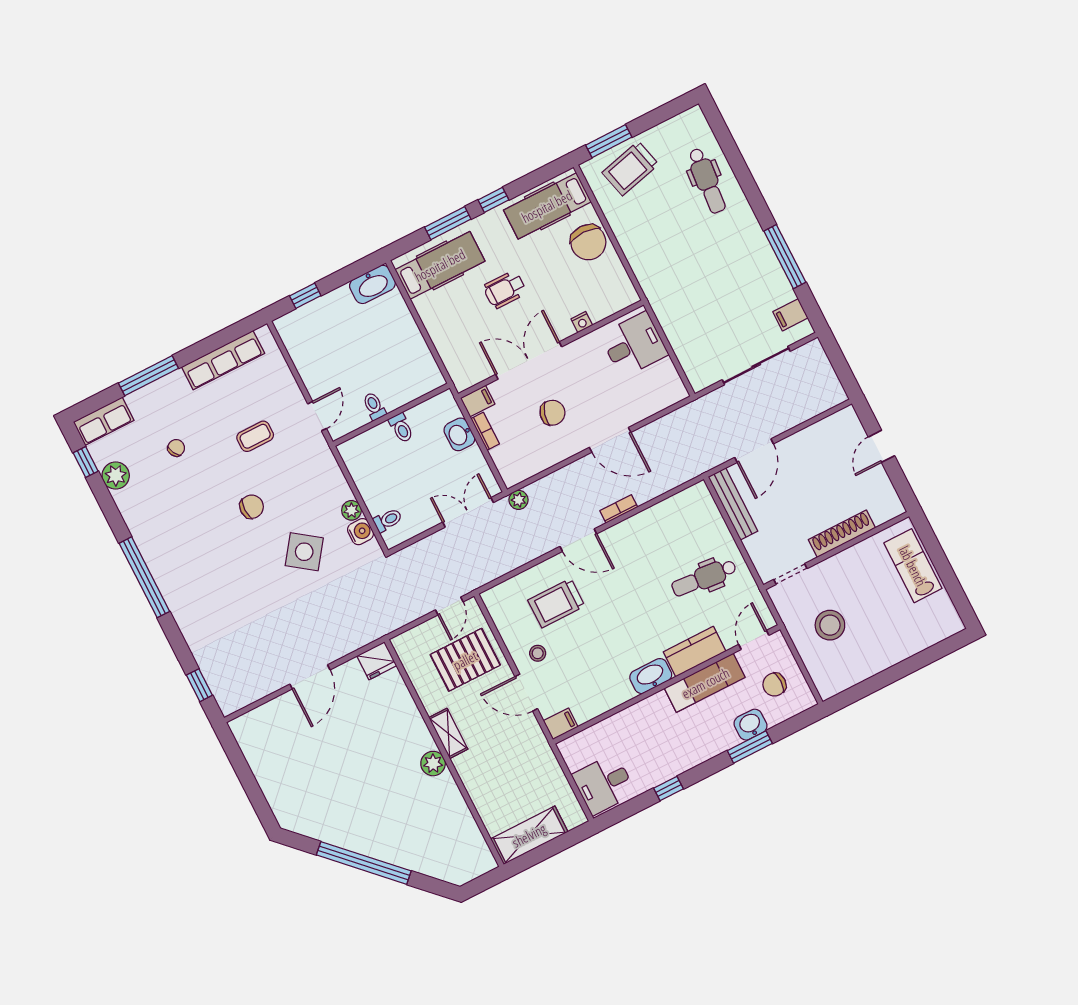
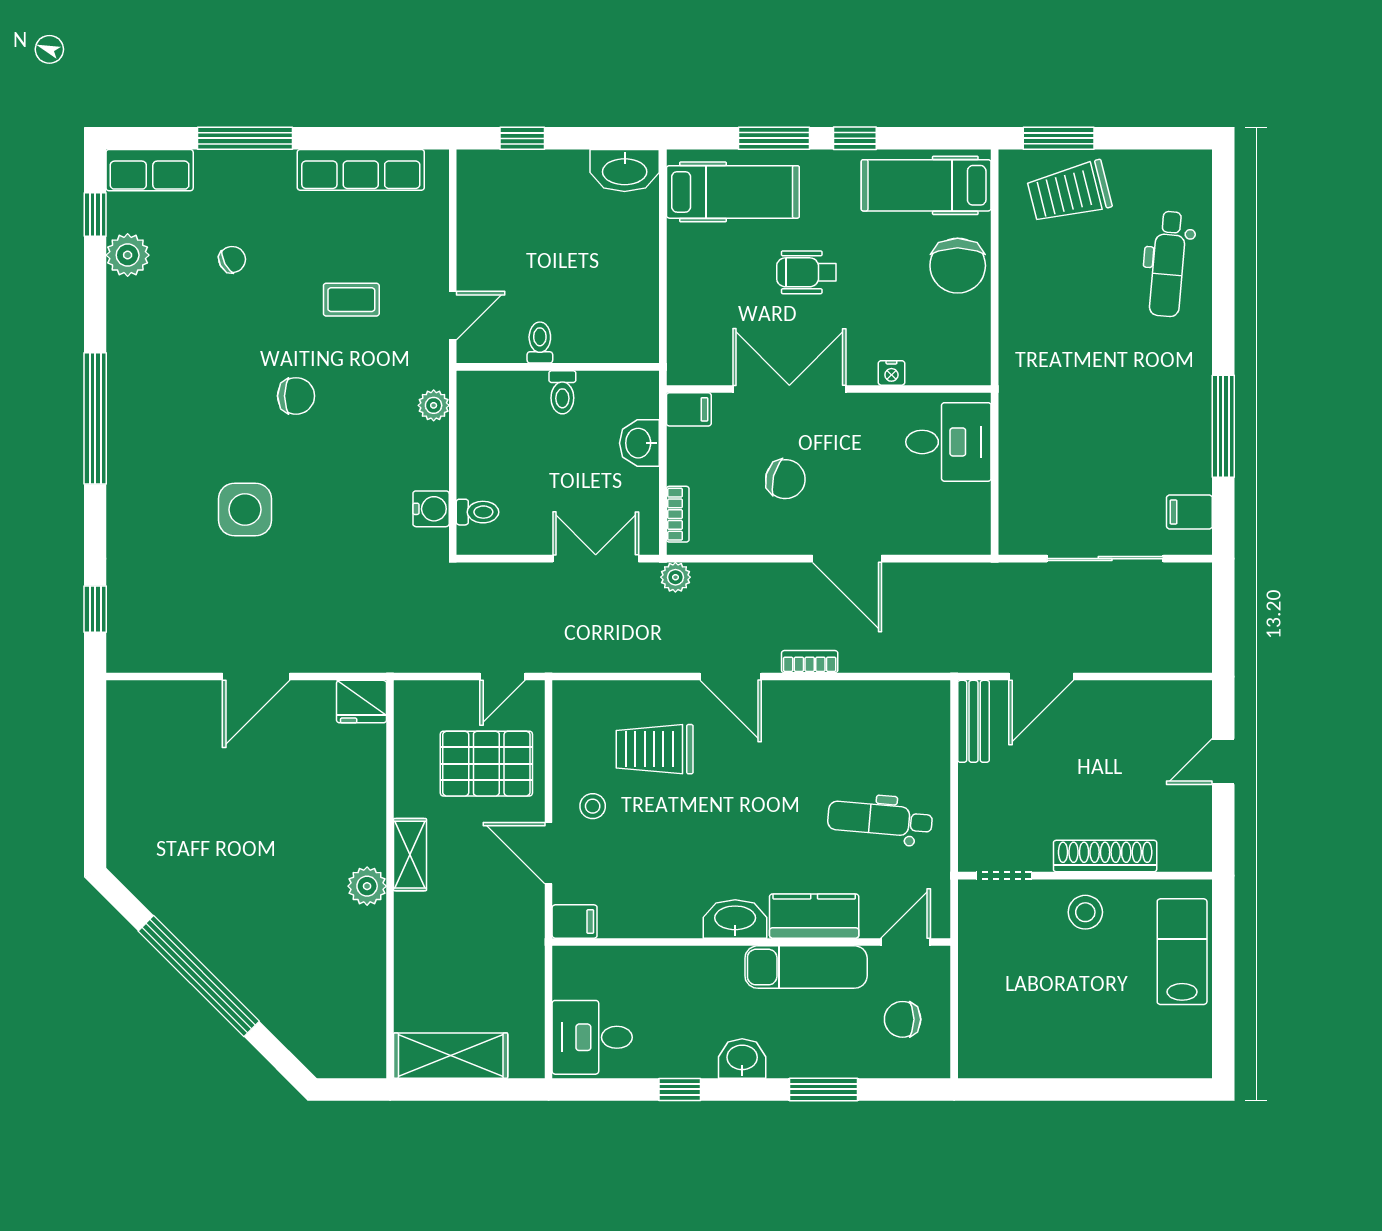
bookcase: (485, 431) -> (678, 514), moved
bench: (733, 504) -> (973, 721), width x0.73
plant: (351, 510) -> (434, 405), moved
side table: (304, 552) -> (245, 510), moved, turned -36
stool: (830, 625) -> (1085, 912), moved, width x0.73, depth x0.73
washbasin: (750, 725) -> (742, 1059), moved

